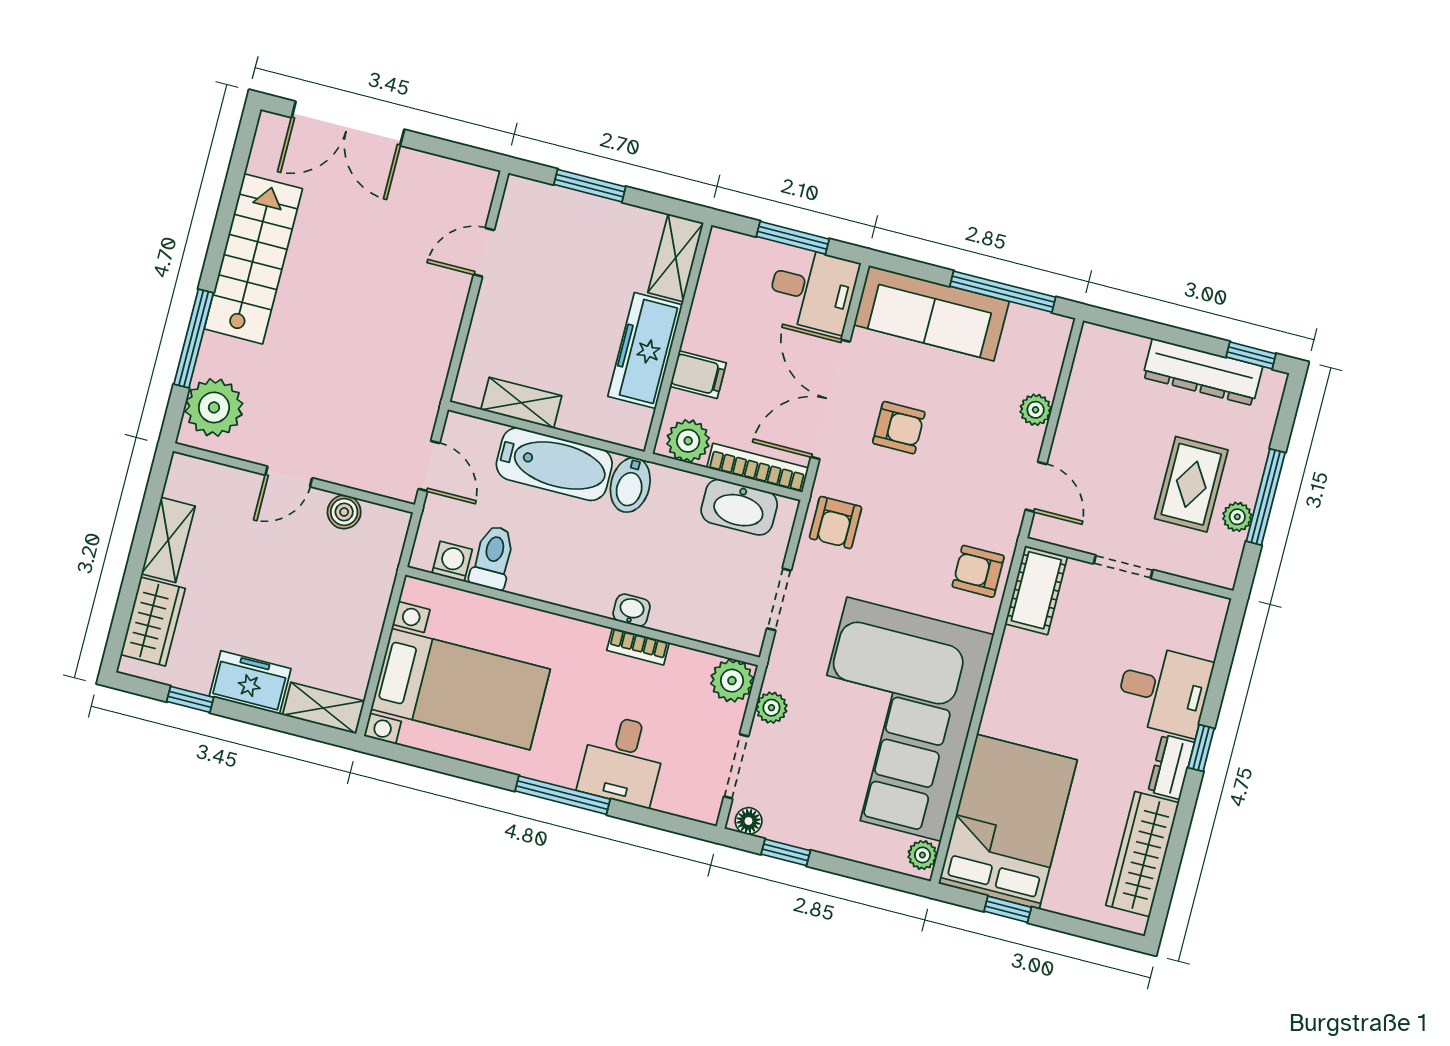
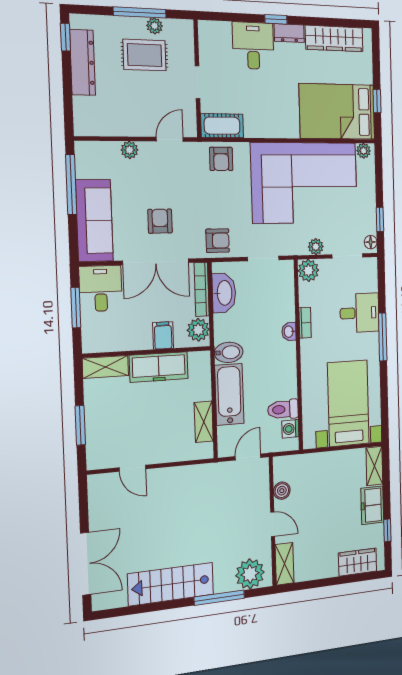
shelving: (168, 540) -> (284, 564), moved, turned 90

